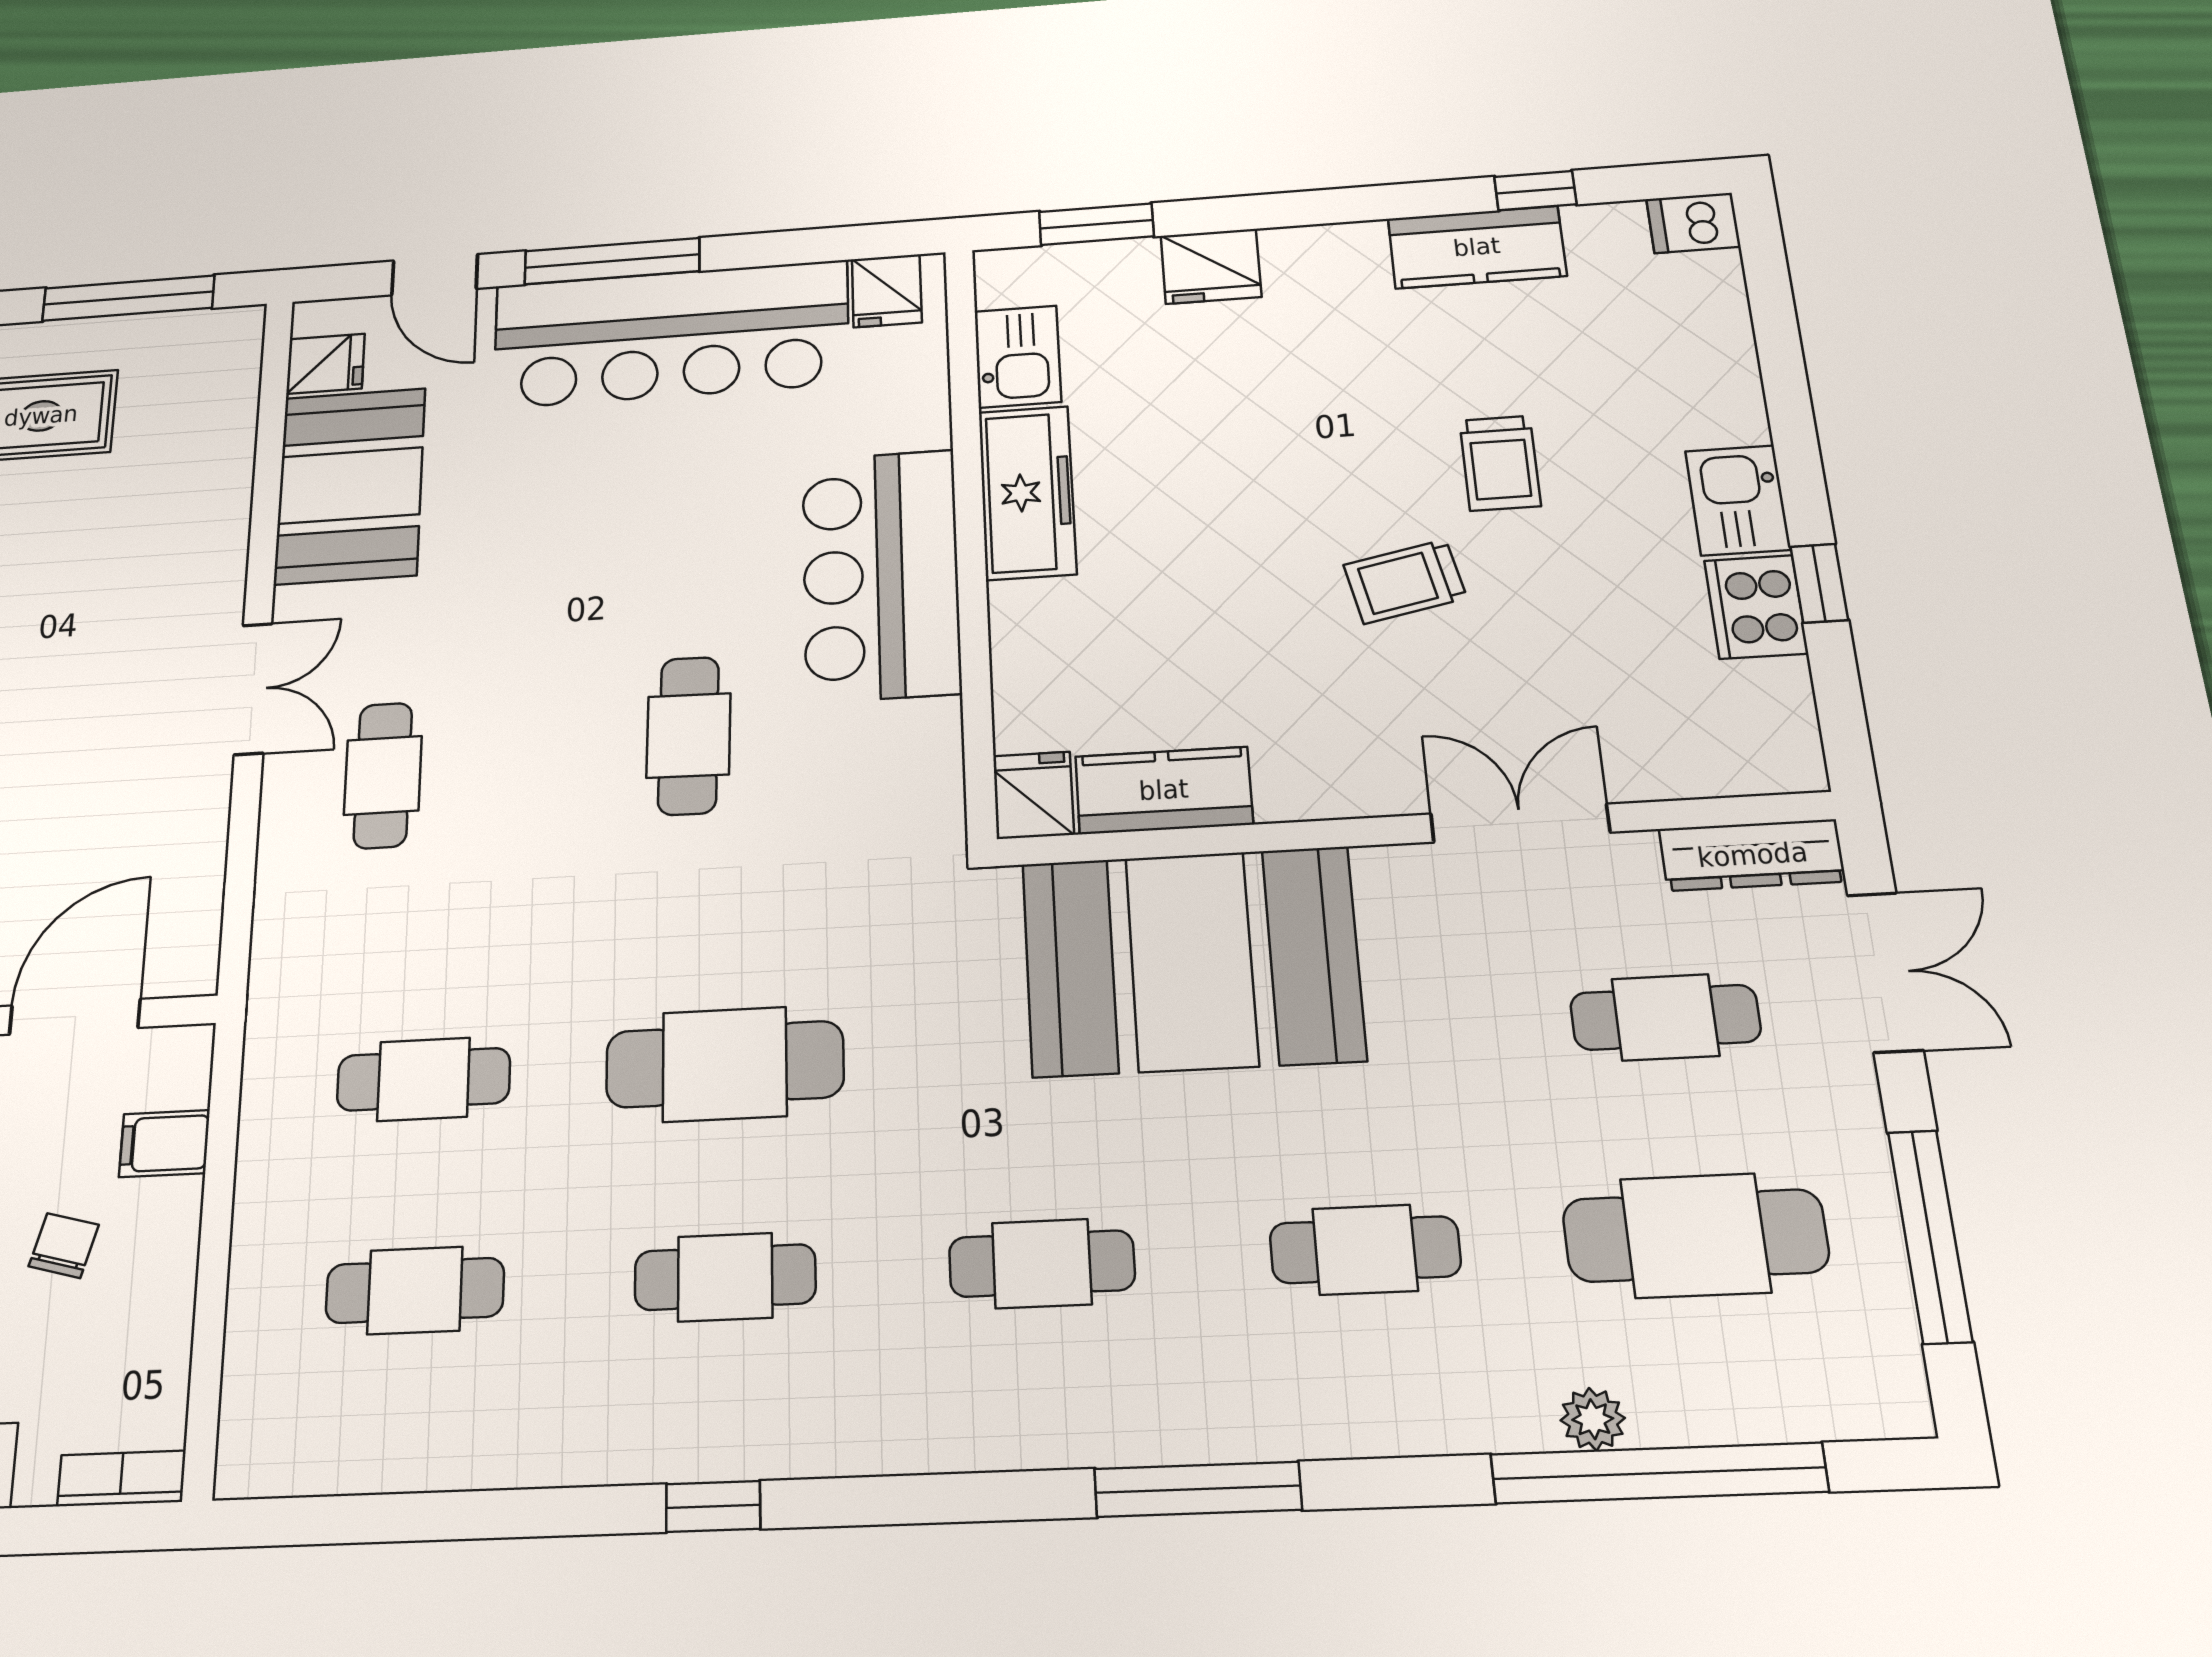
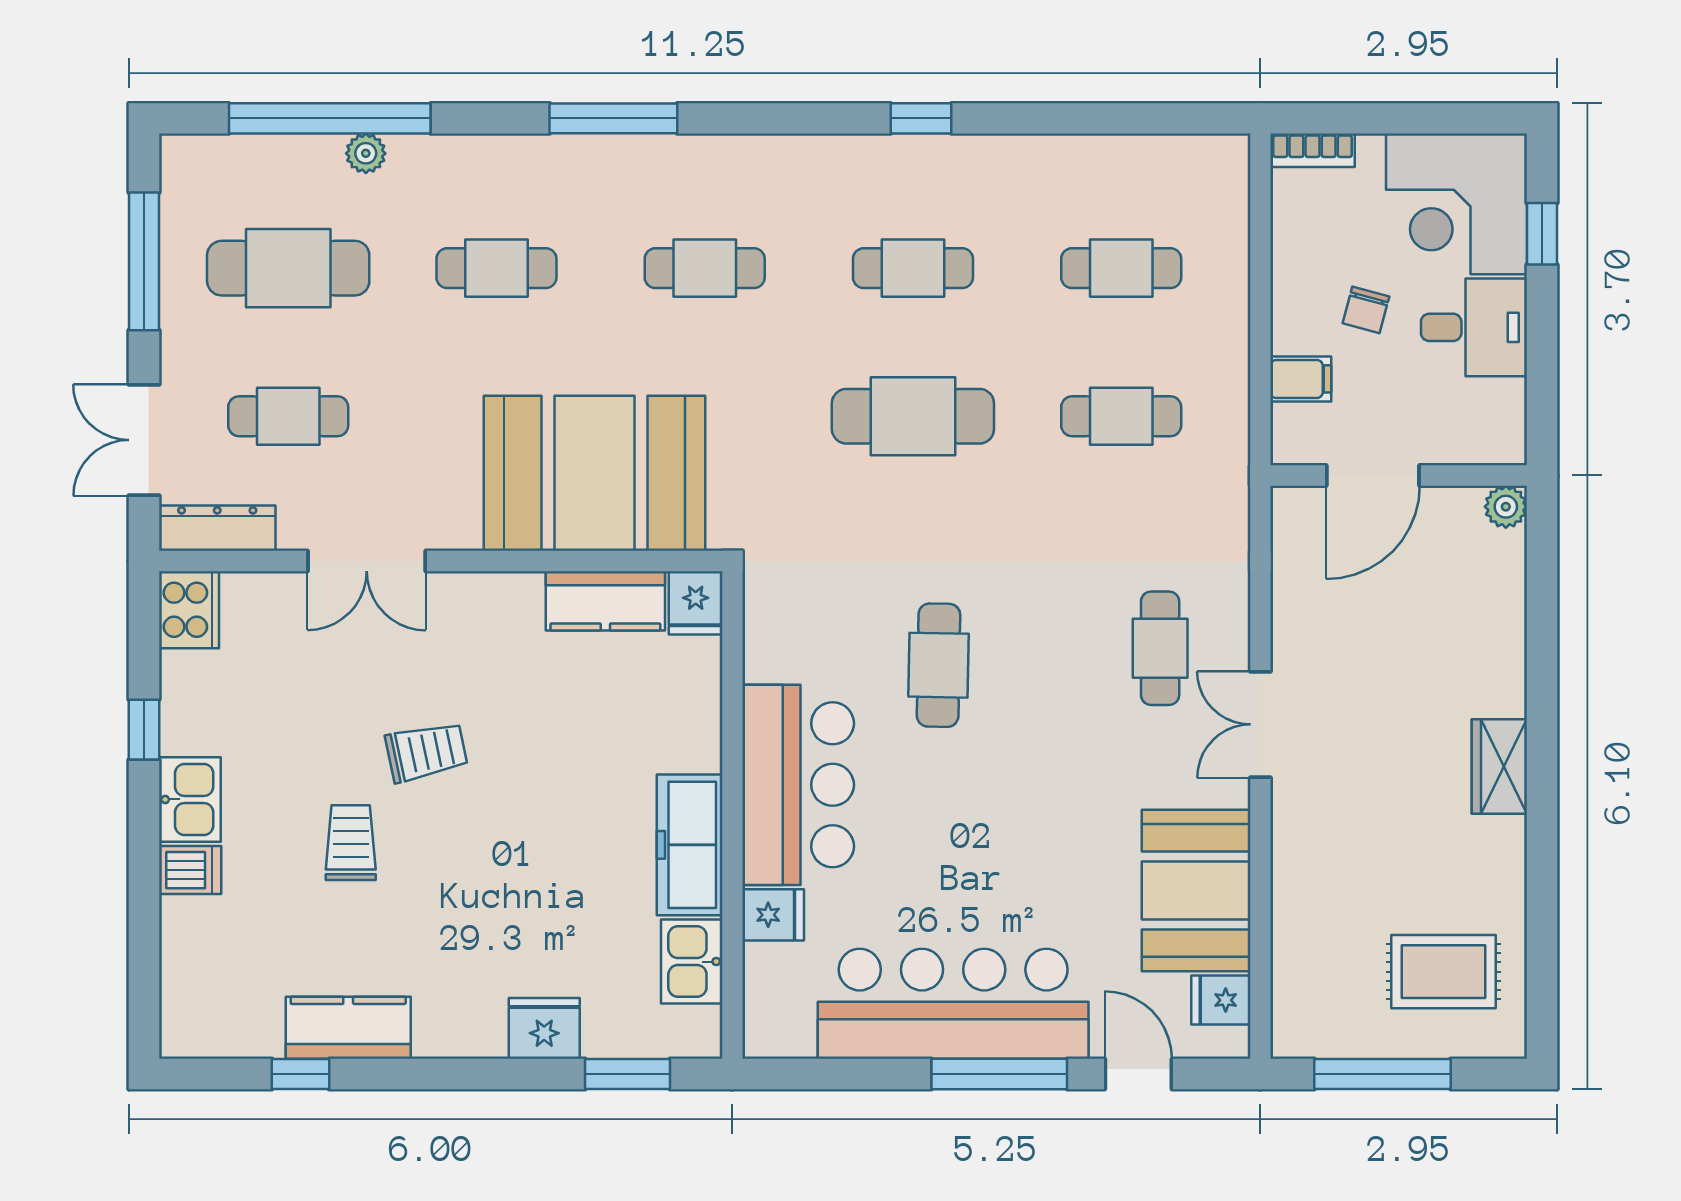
dishwasher: (1693, 223) -> (190, 870), moved
fridge: (887, 291) -> (773, 915), moved, turned 90
cooker: (1756, 607) -> (189, 610), moved

